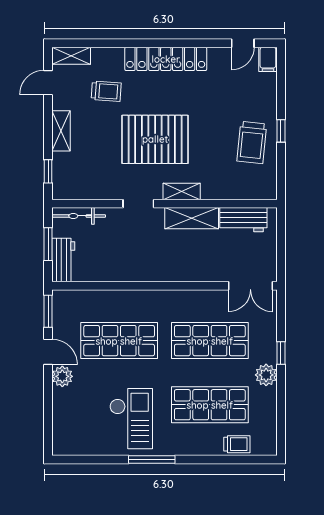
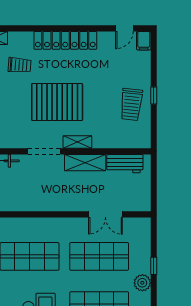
doorway: (138, 204) -> (44, 151), width x1.38
double door: (250, 286) -> (105, 214), moved

